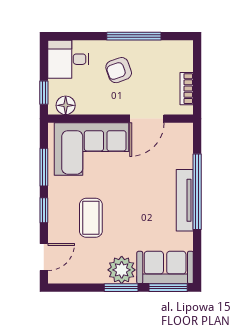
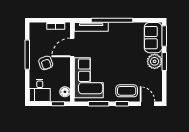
door: (147, 119) -> (72, 47), swing flipped
tv unit: (185, 200) -> (91, 27), moved
coffee table: (91, 218) -> (127, 91), moved

